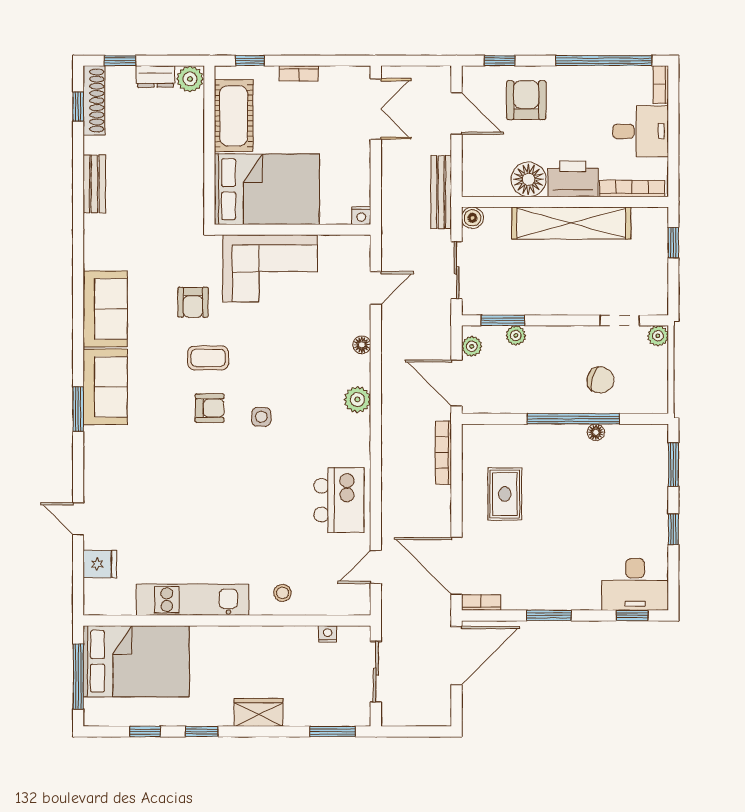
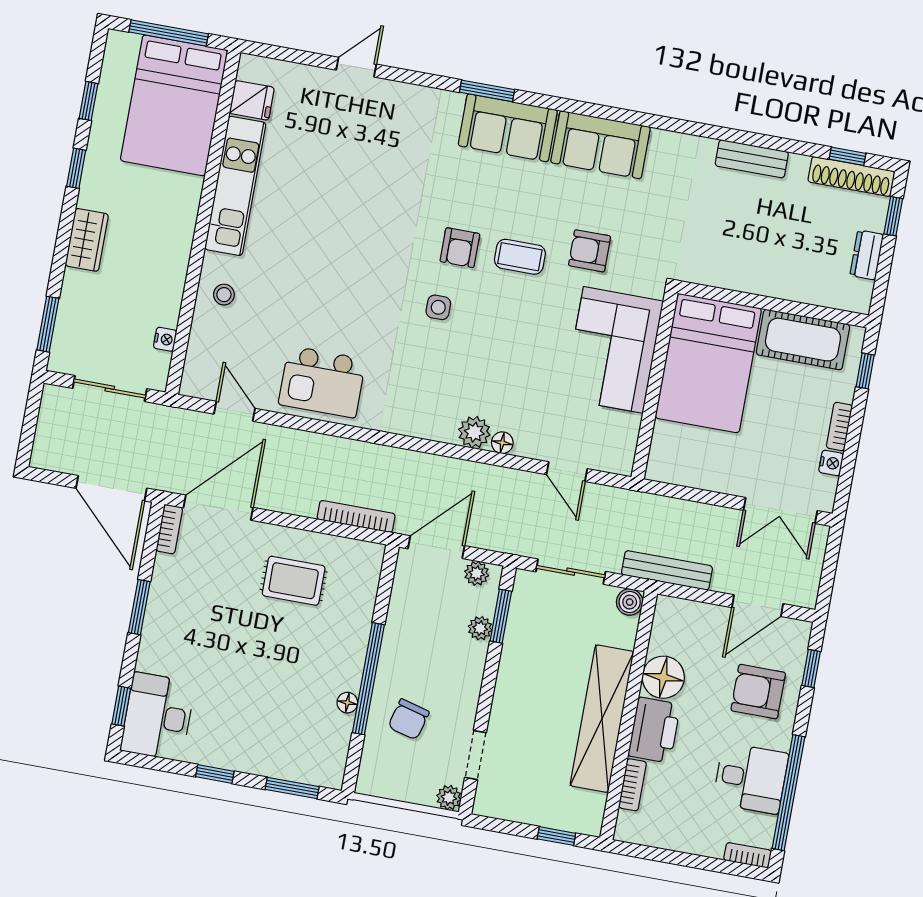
plant: (190, 79) -> (856, 296), removed
armchair: (526, 100) -> (758, 692), turned 180
desk: (641, 131) -> (751, 778), moved, turned -90
bookcase: (632, 189) -> (632, 785), width x0.64
nightstand: (361, 216) -> (831, 463), moved, turned 180
coffee table: (208, 358) -> (520, 257), turned 90
plant: (357, 399) -> (474, 432), moved
fridge: (100, 564) -> (252, 100), moved, turned -90

